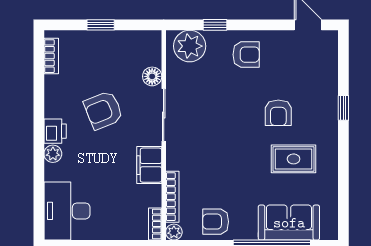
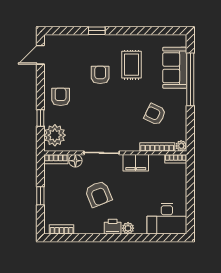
bookcase: (155, 48) -> (56, 159), added
armchair: (278, 113) -> (100, 75), turned -90
armchair: (216, 222) -> (155, 114), moved, turned 116

